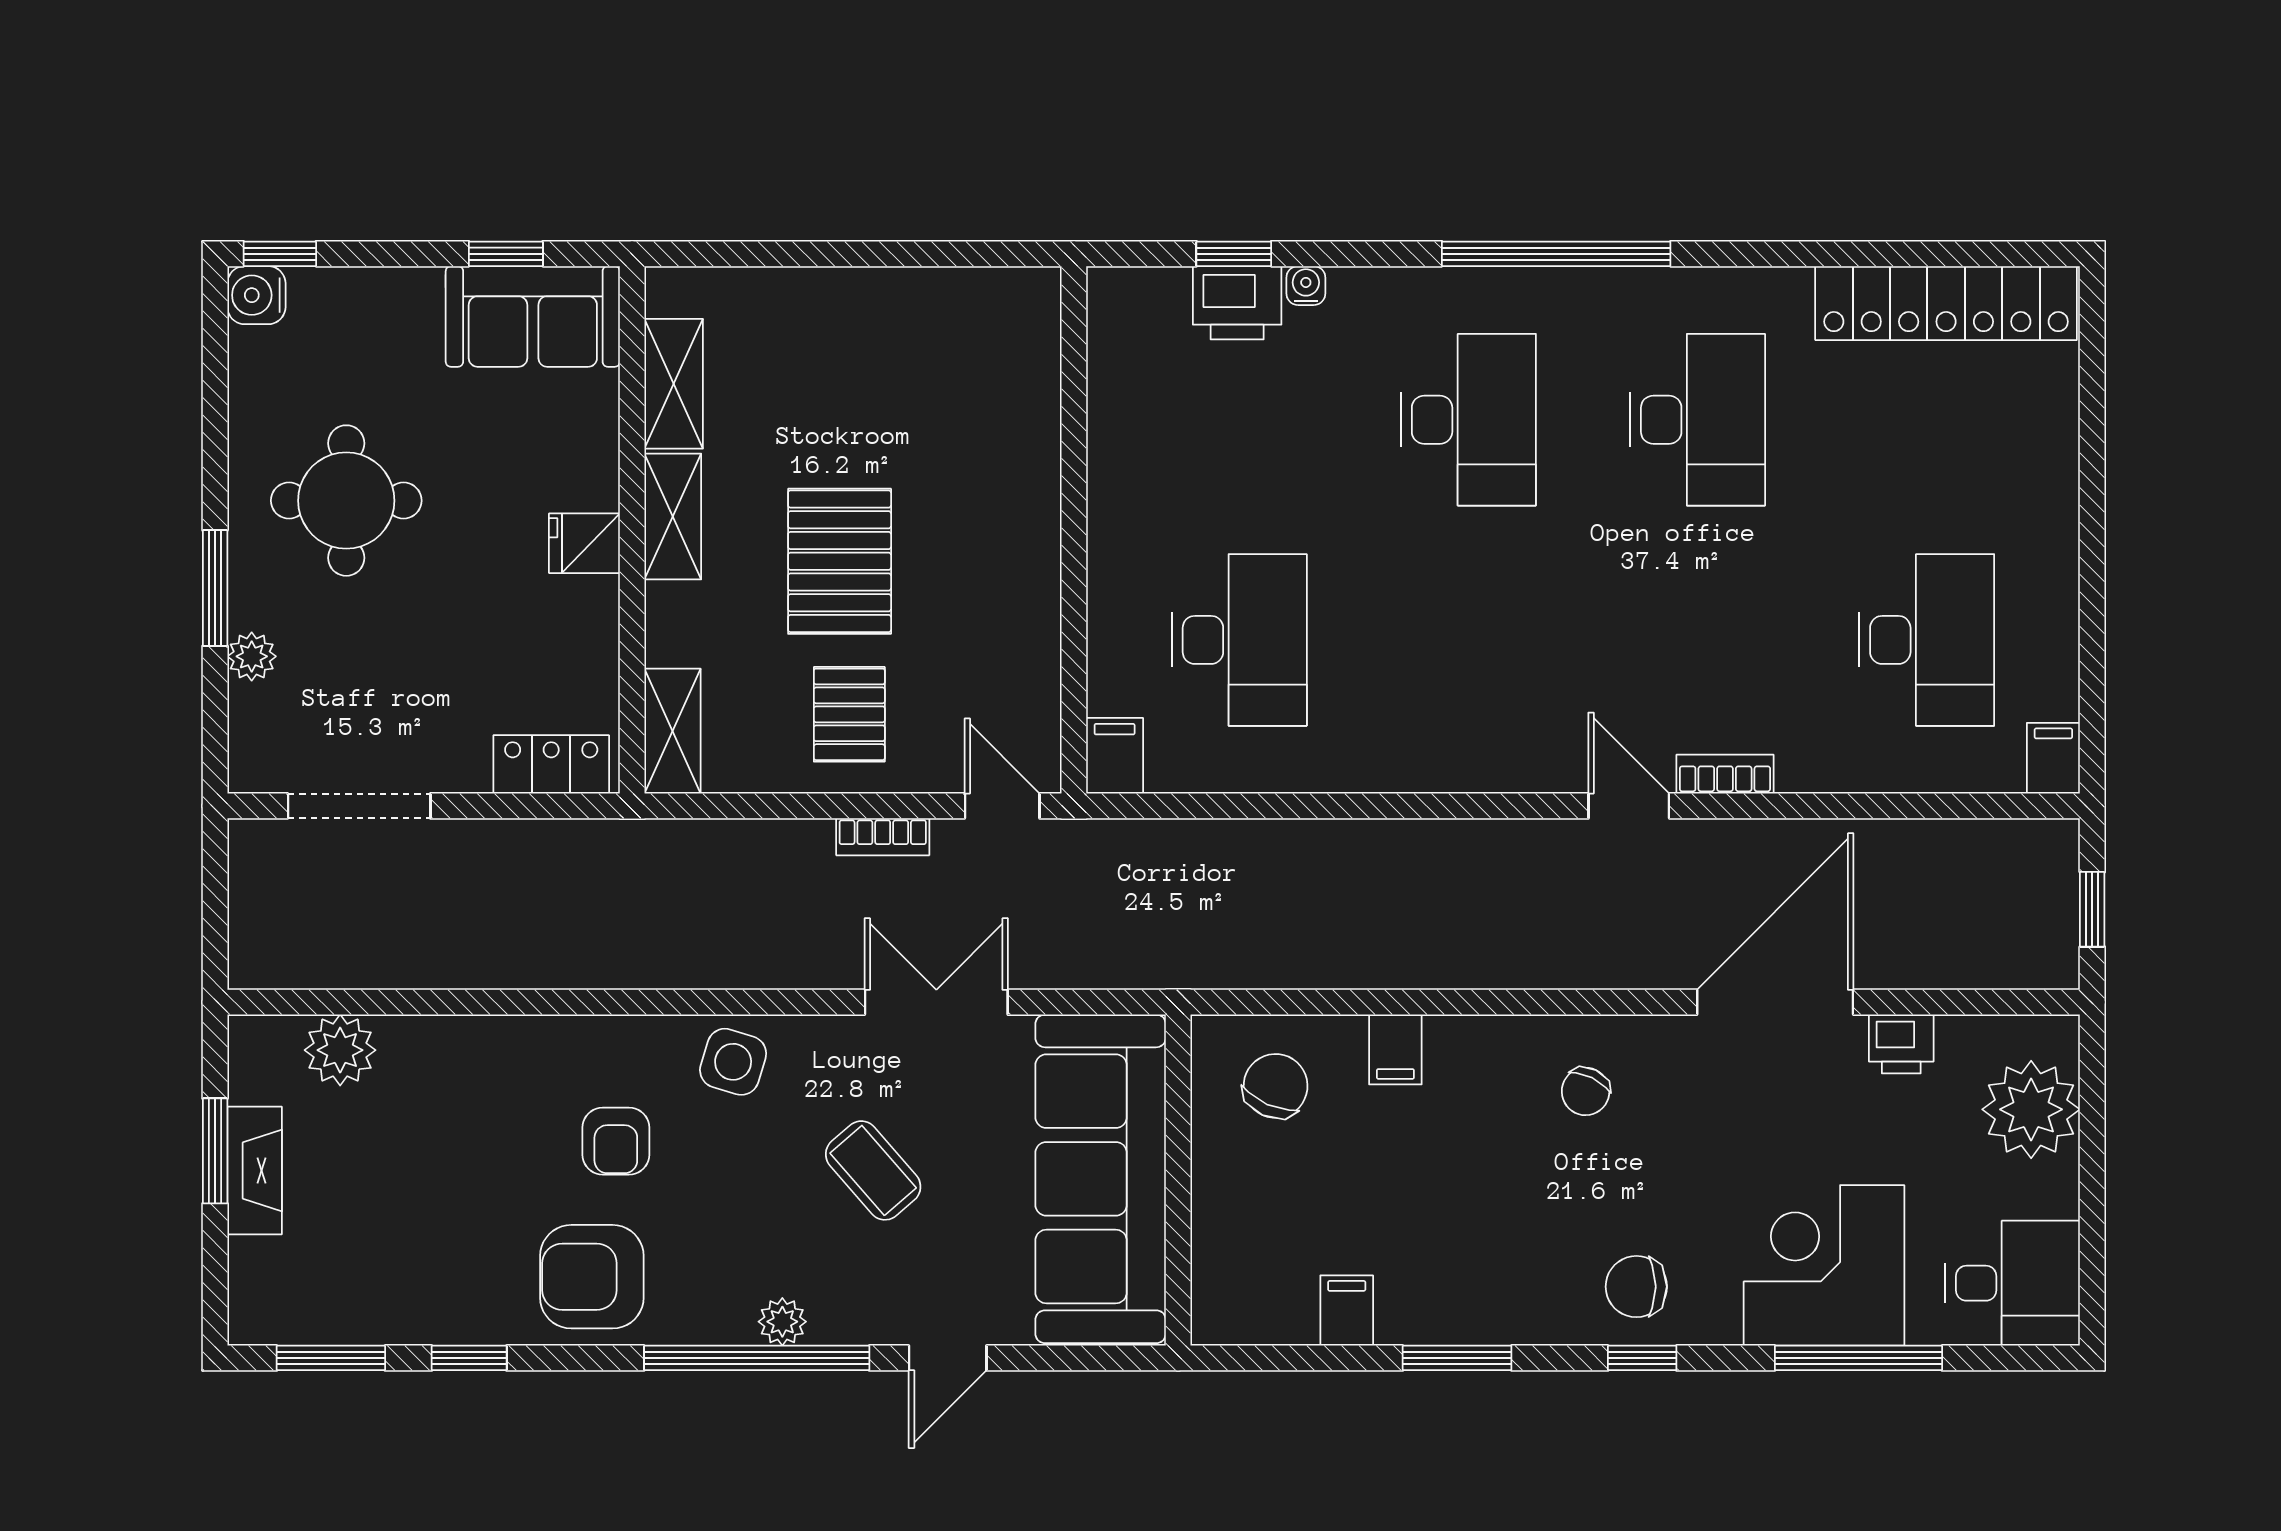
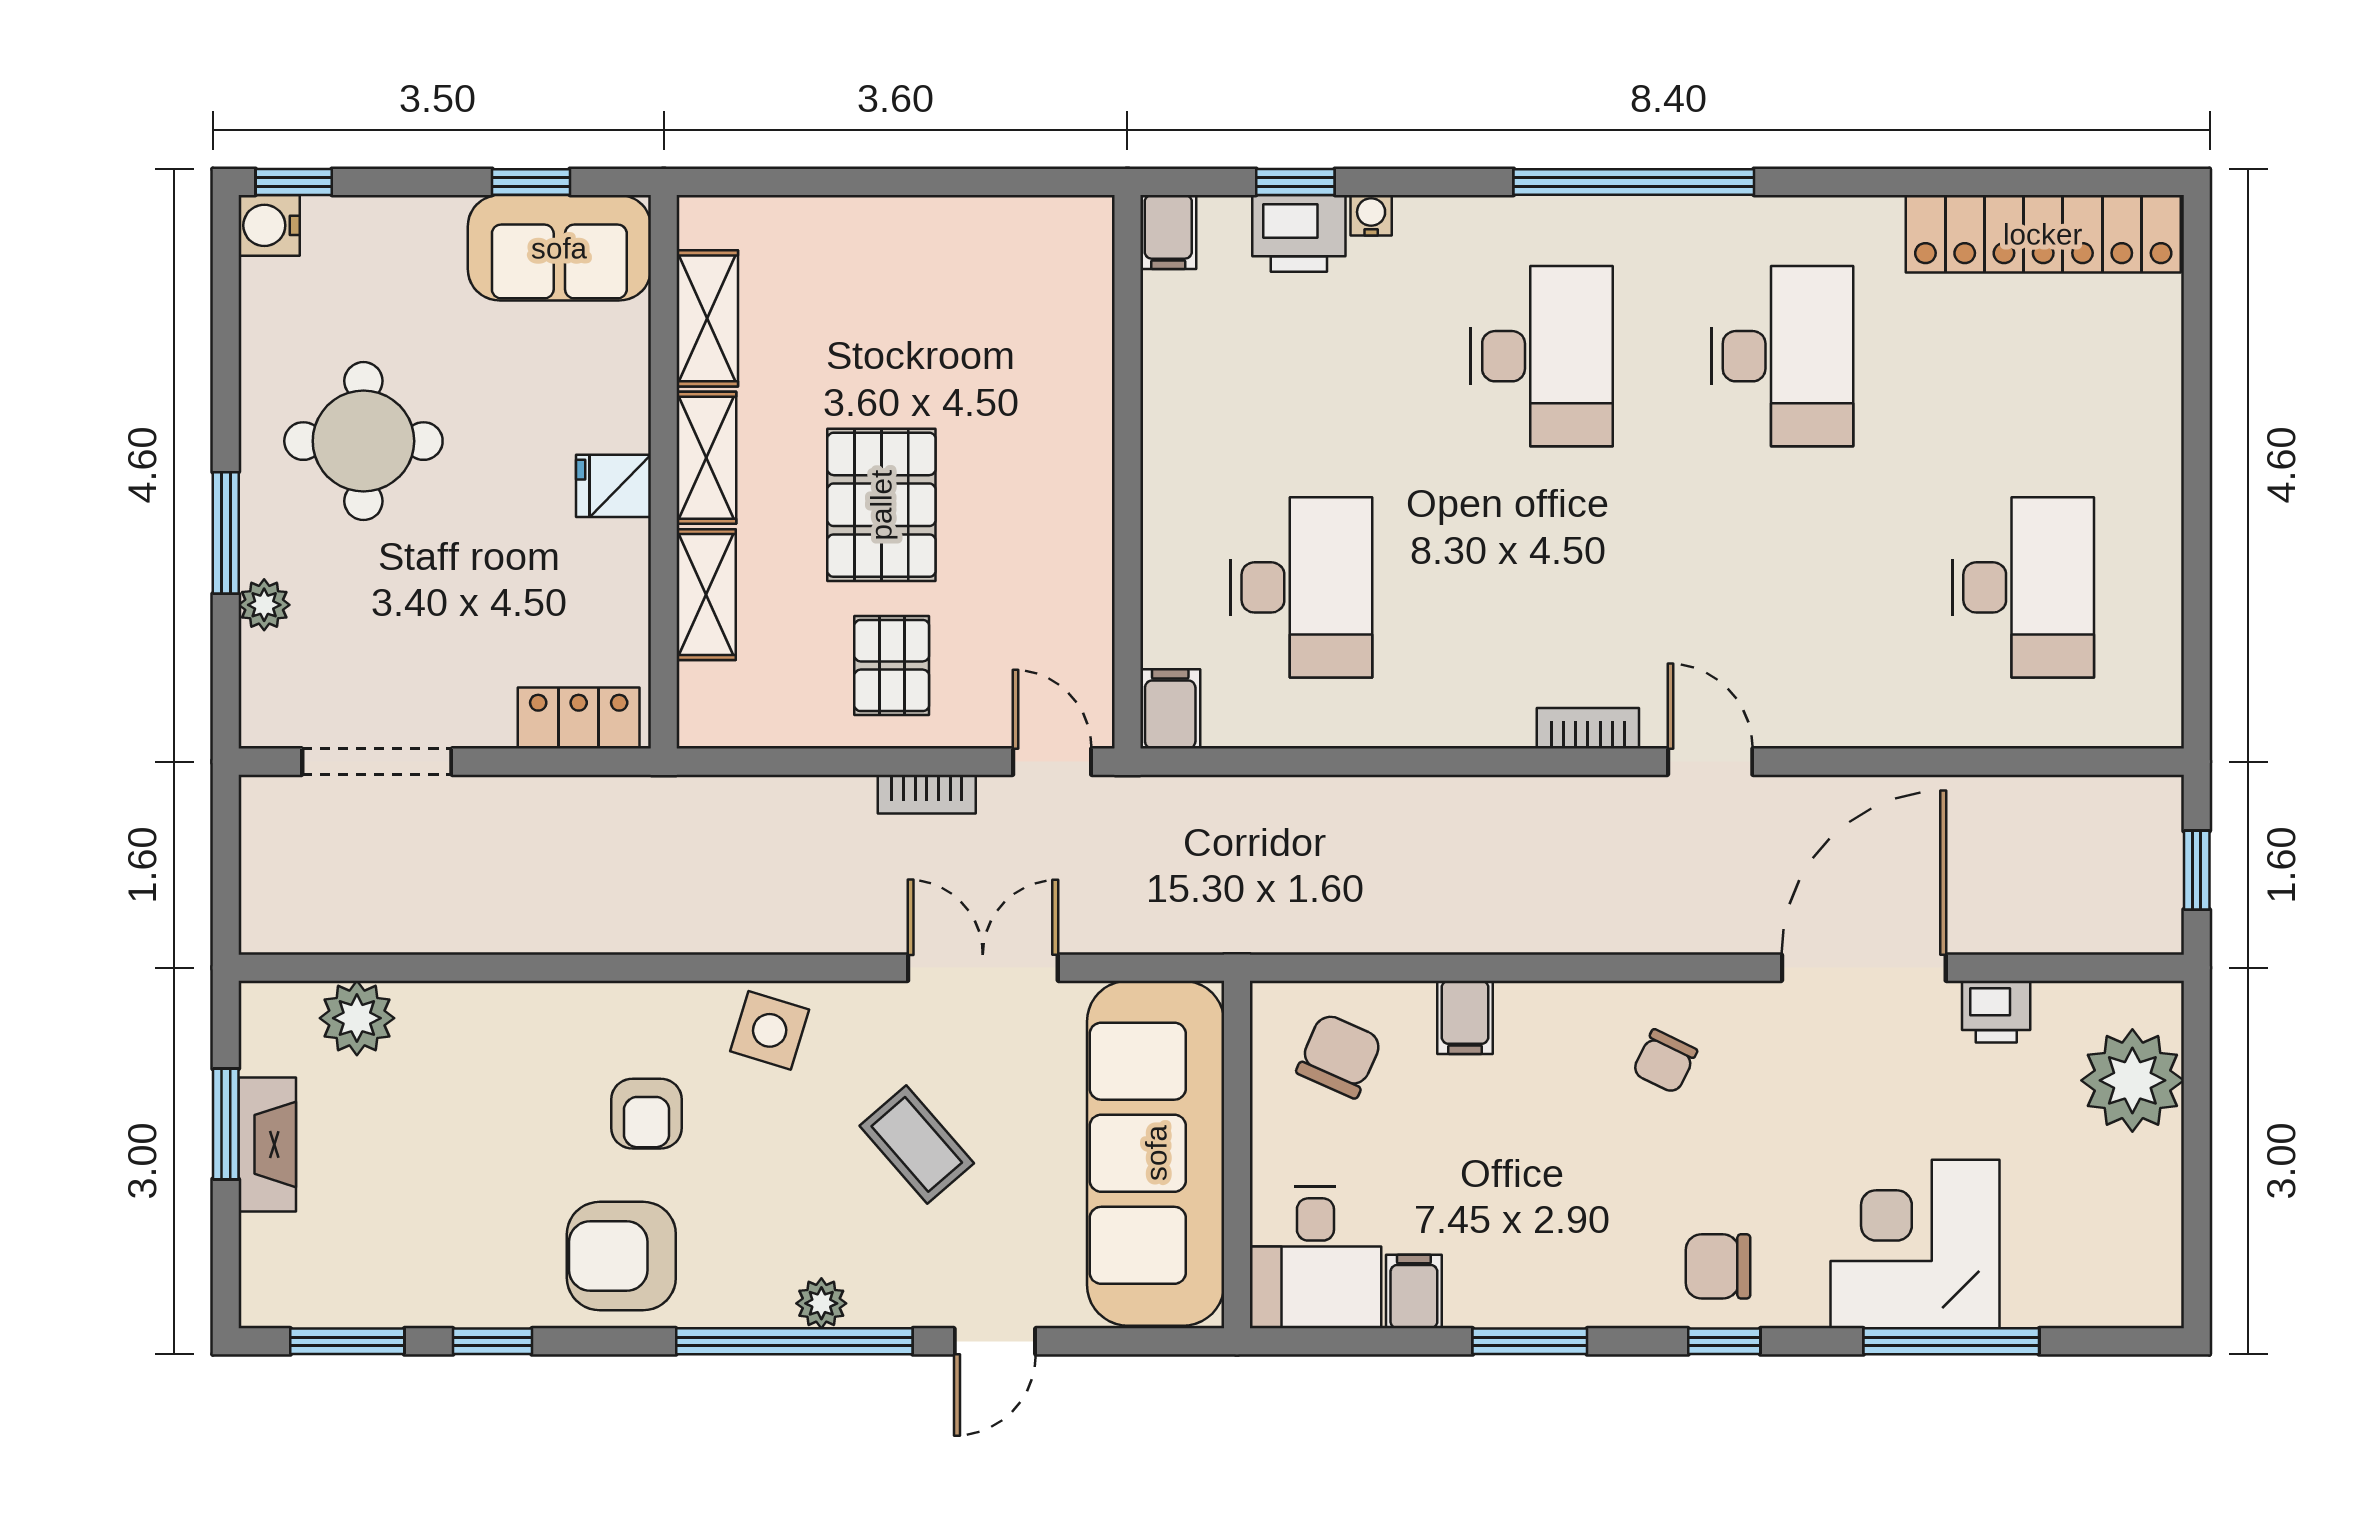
shelving: (673, 731) -> (706, 595), moved
filing cabinet: (2053, 758) -> (1168, 232), moved, turned 180
bookcase: (1725, 774) -> (1588, 728), moved
desk: (2013, 1283) -> (1315, 1258), moved, turned 90

